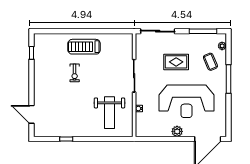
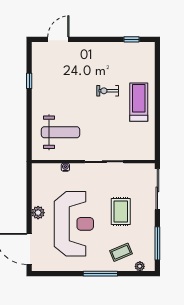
reception desk: (186, 101) -> (74, 224), turned 180
weight bench: (109, 113) -> (61, 132), turned 180

